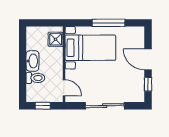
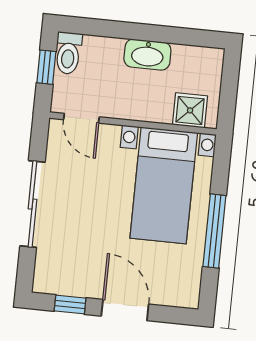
door: (148, 59) -> (125, 310), hinge flipped
toilet: (35, 78) -> (68, 53), moved
door: (64, 88) -> (81, 118), hinge flipped

